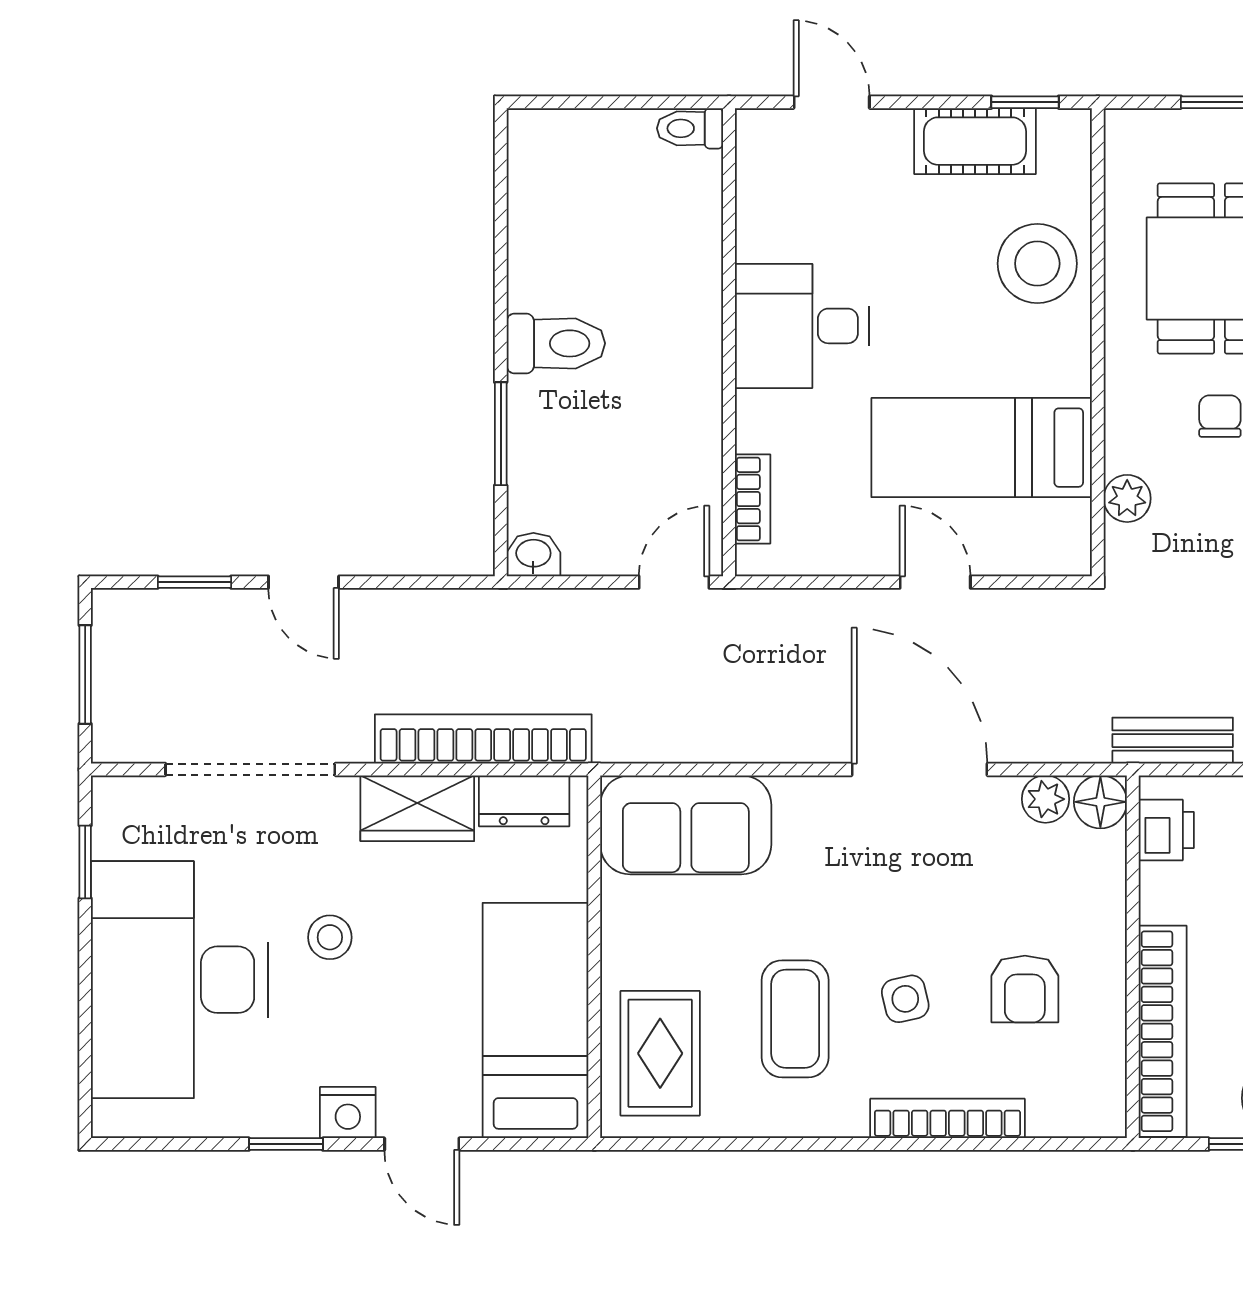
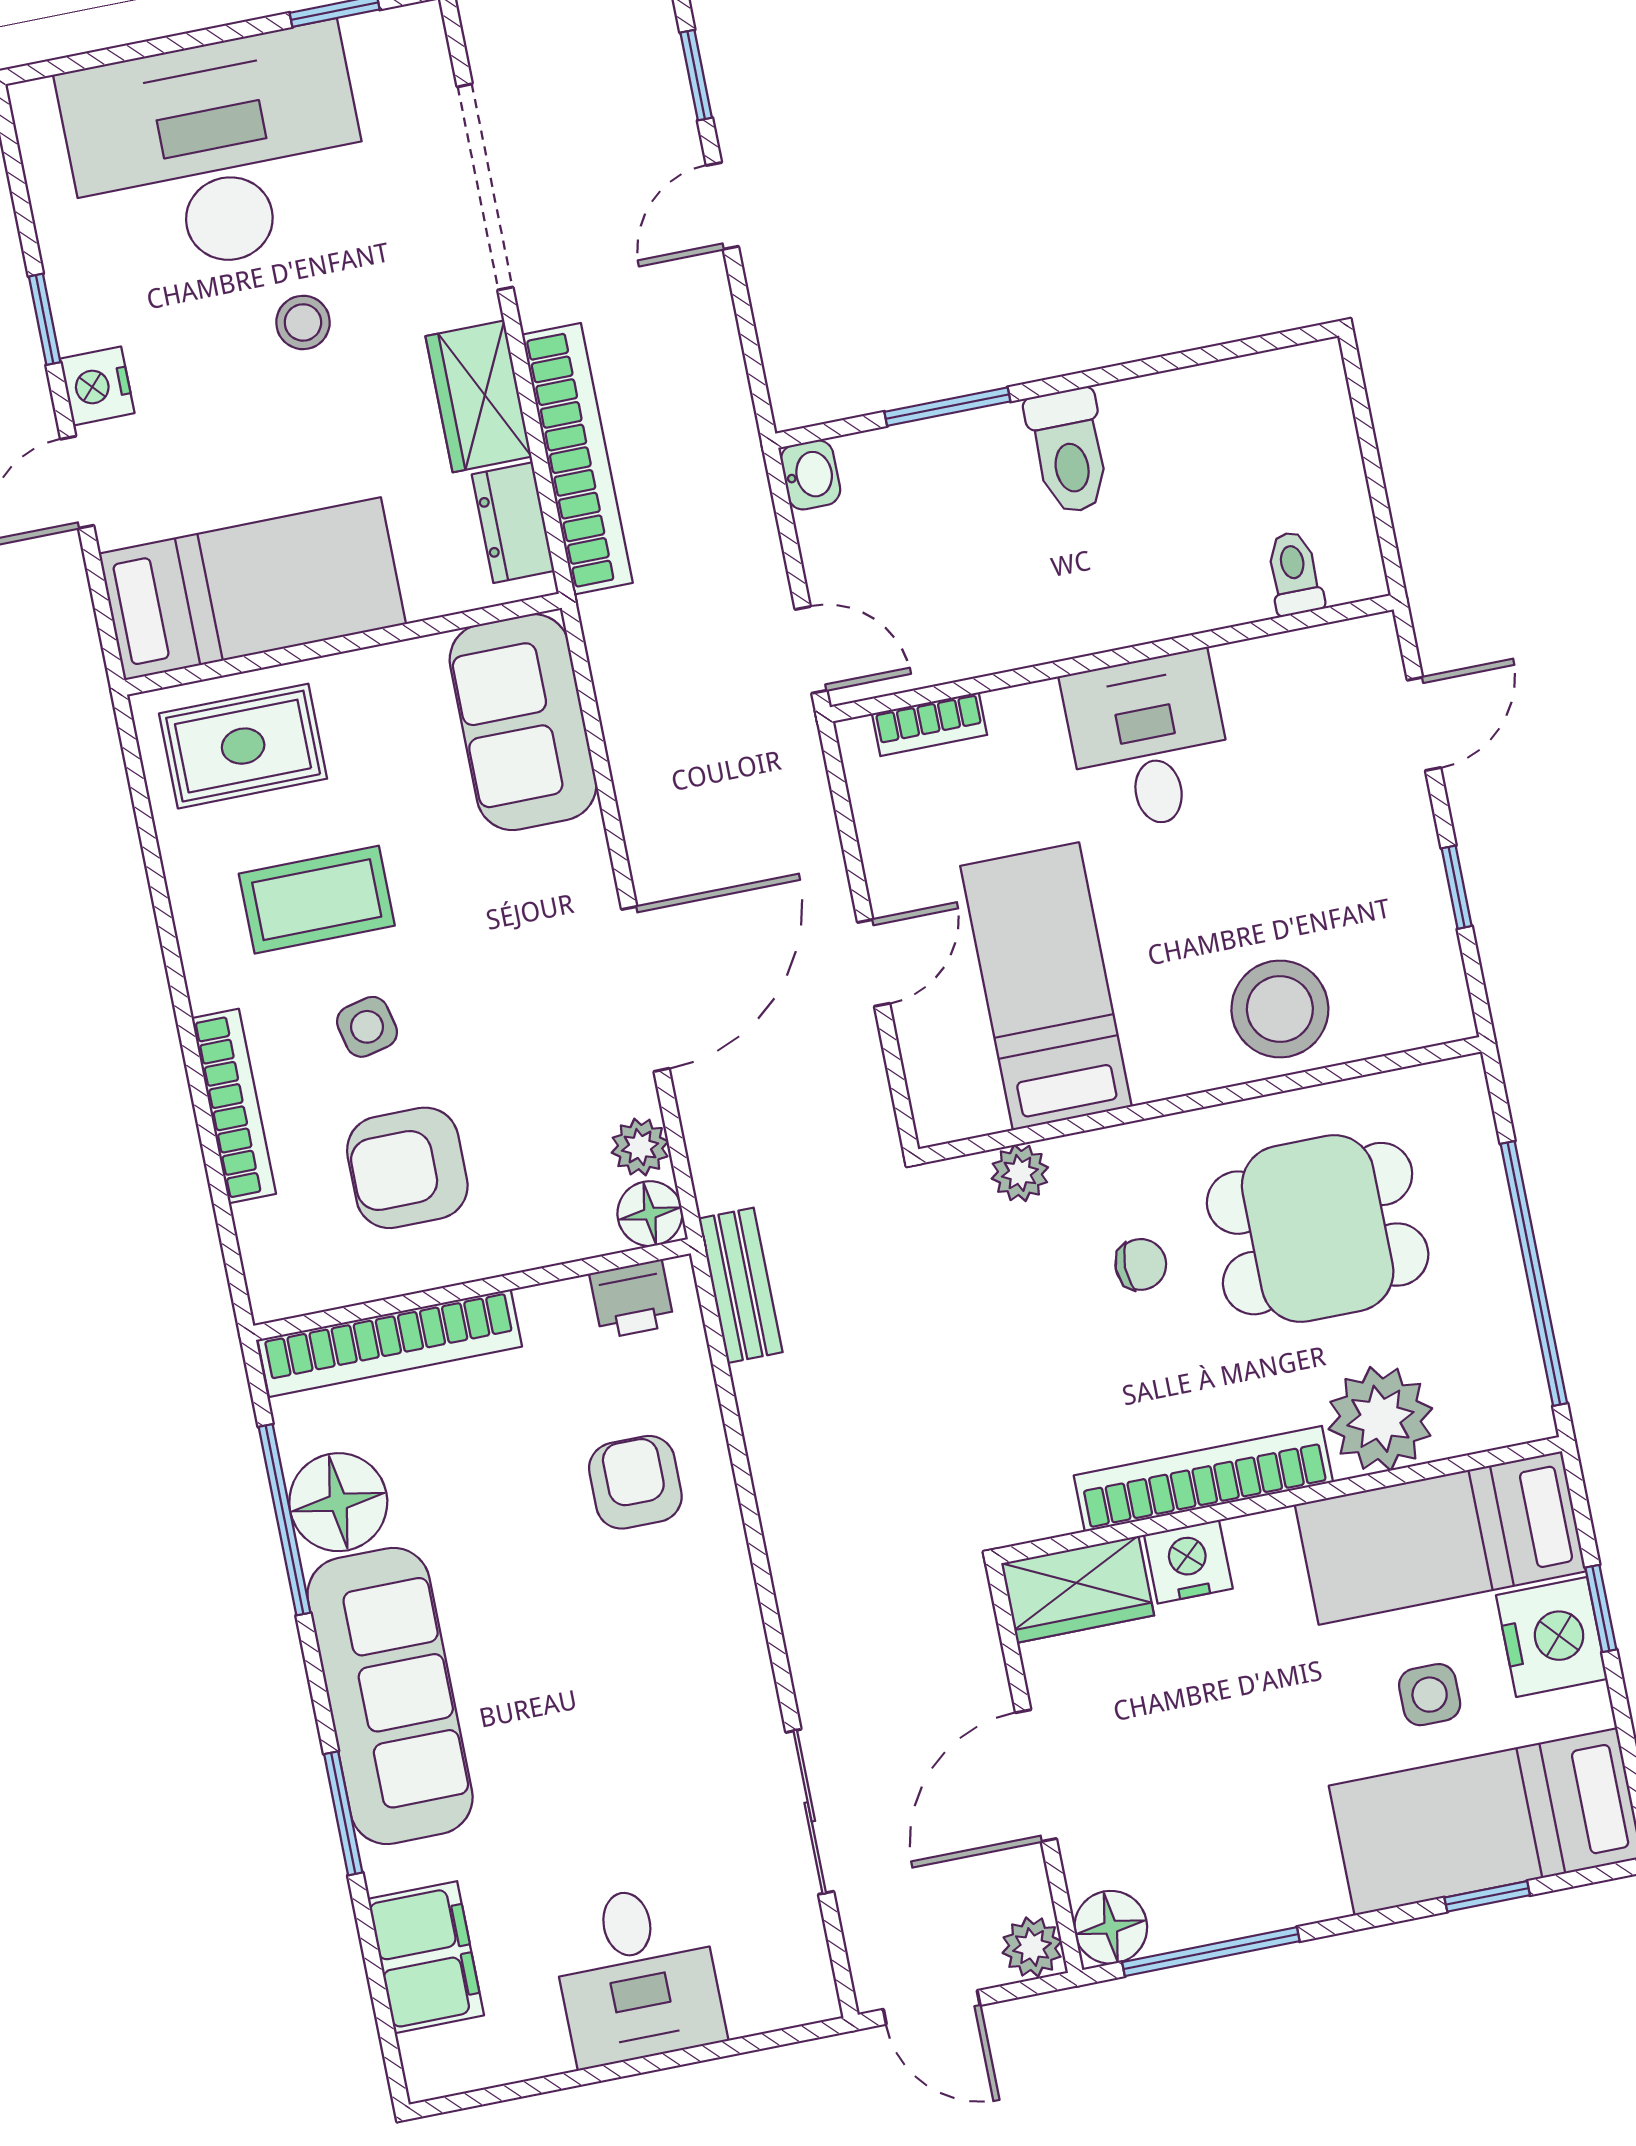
window: (1025, 102) -> (1457, 887), moved
toilet: (690, 128) -> (1294, 573), moved
cot: (975, 141) -> (1412, 905), removed
armchair: (1025, 989) -> (407, 1168), width x1.38, depth x1.38

